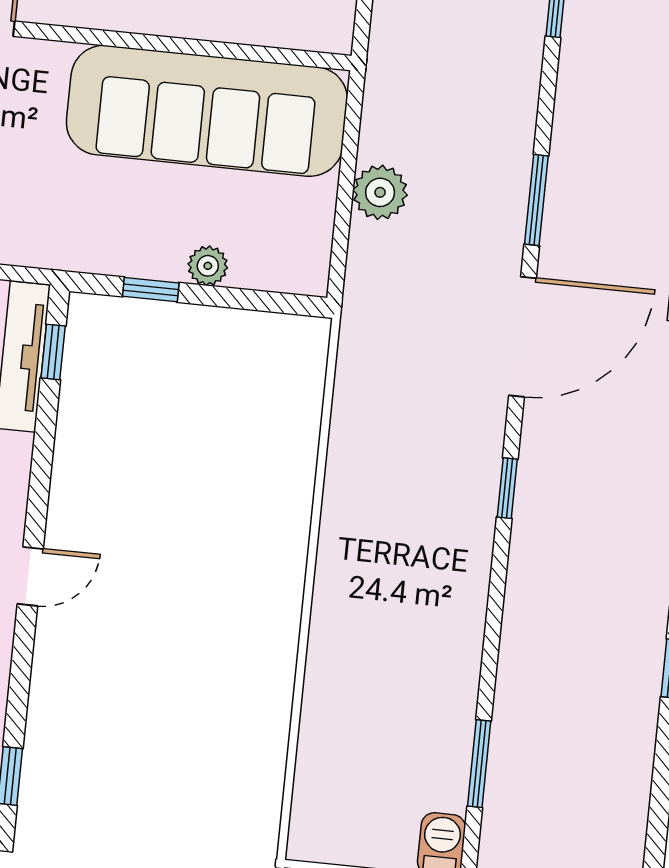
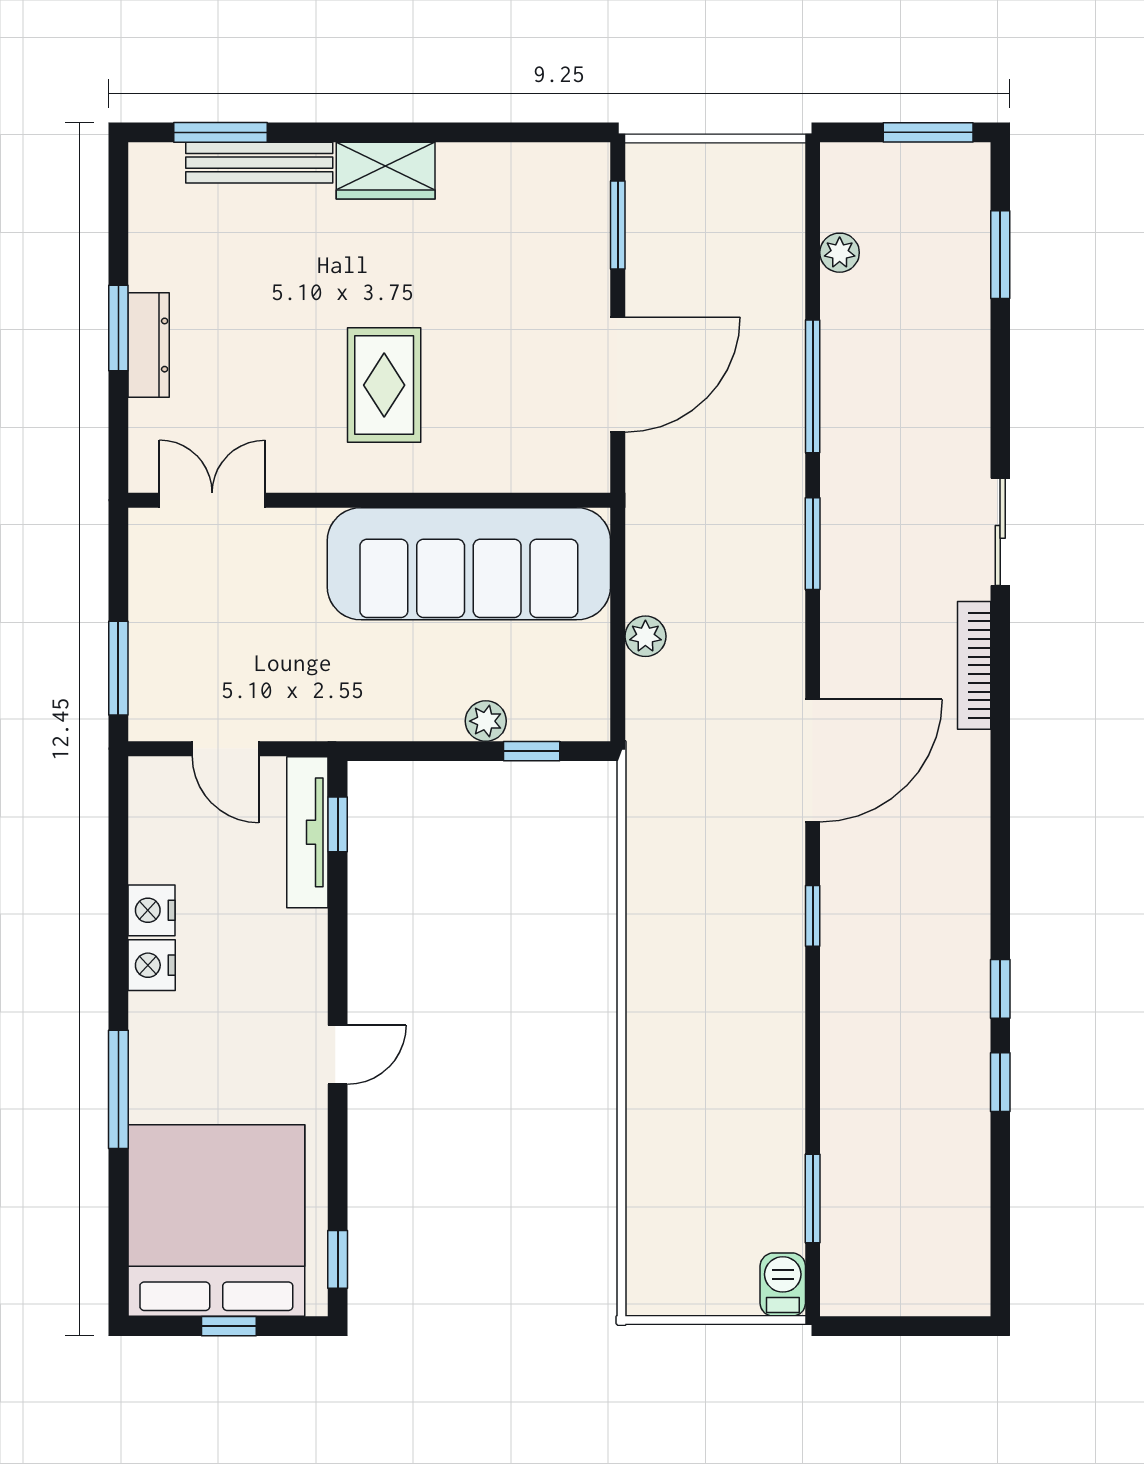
plant: (380, 192) -> (645, 636), width x0.73, depth x0.73
window: (536, 200) -> (813, 544), moved
window: (151, 290) -> (532, 751), moved

